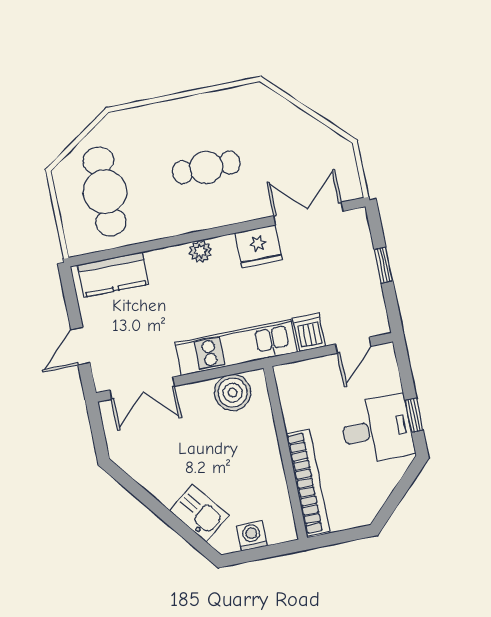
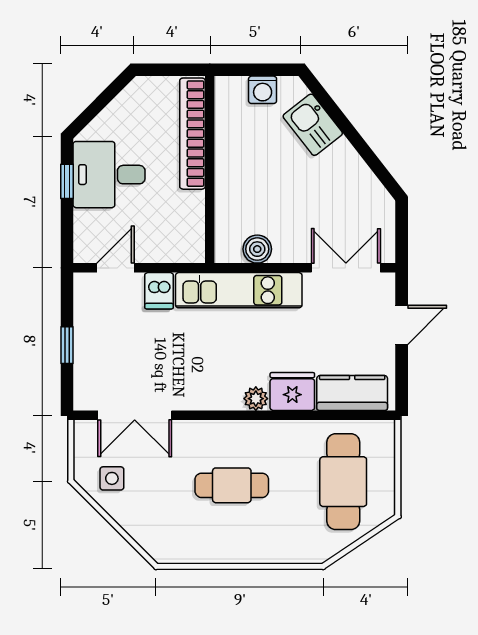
side table: (317, 151) -> (112, 478), added
fridge: (258, 246) -> (292, 392), moved
boiler: (233, 393) -> (257, 249), width x0.73, depth x0.73

